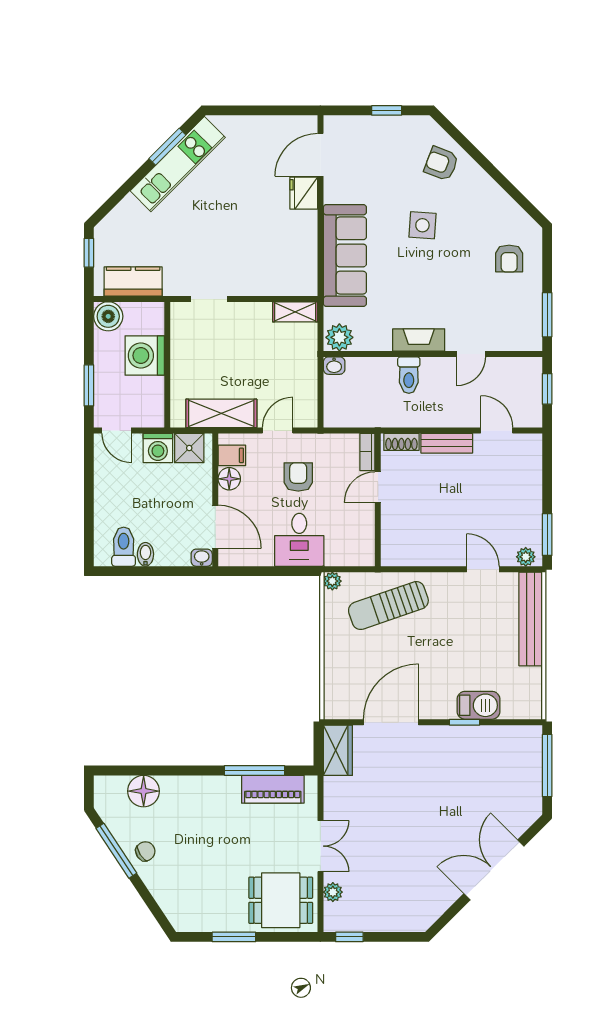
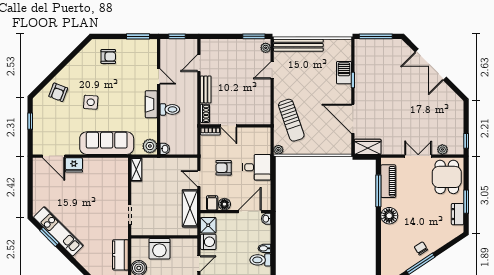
floor lamp: (144, 791) -> (389, 216), moved
dresser: (210, 921) -> (458, 214), added

